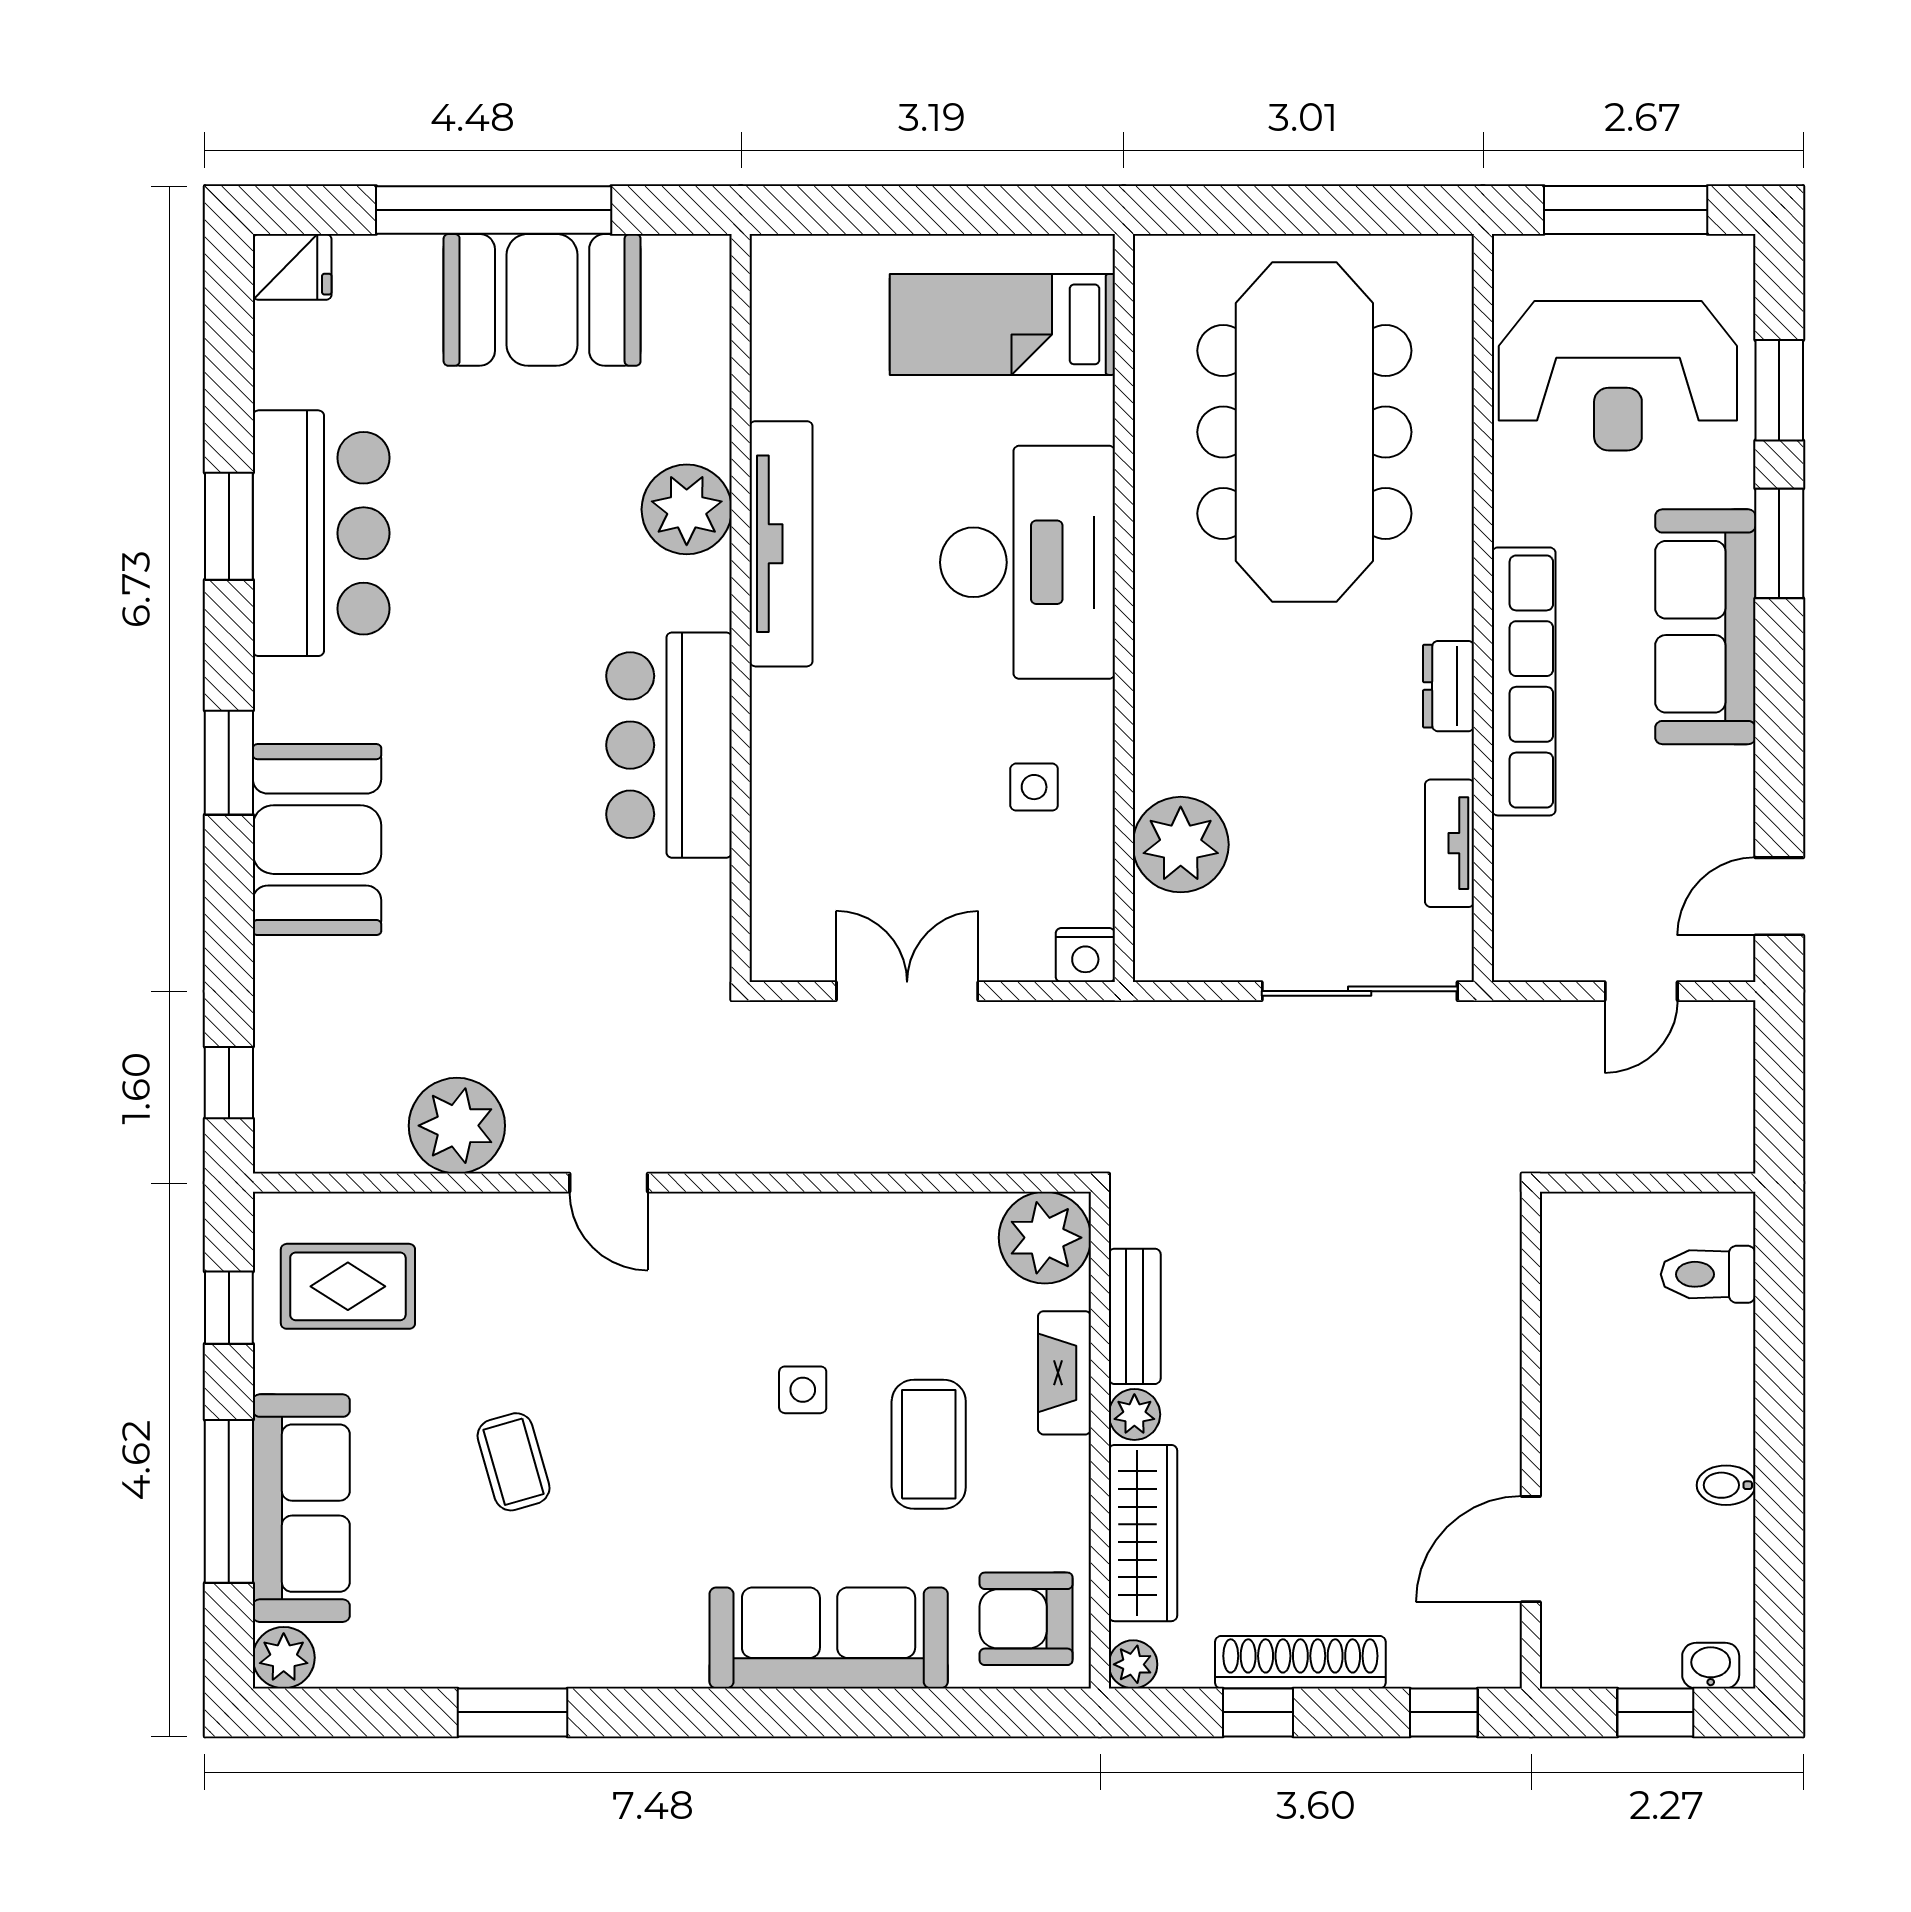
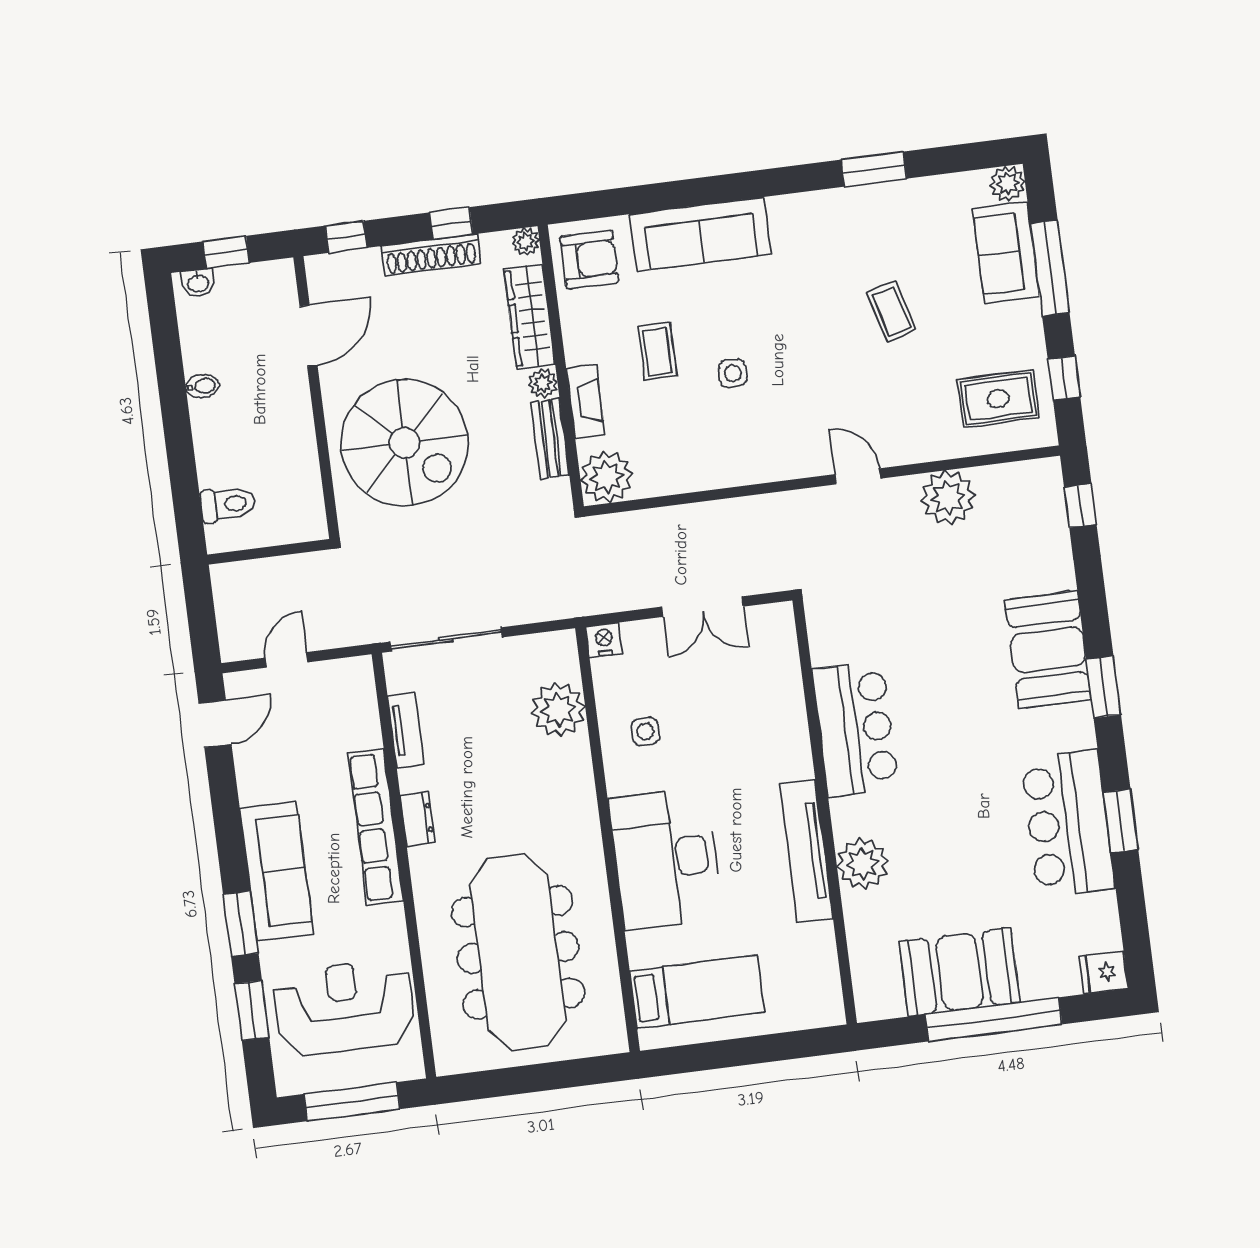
spiral stairs: (1388, 1342) -> (404, 443), added
coffee table: (929, 1444) -> (657, 351), width x0.73, depth x0.77
sofa: (301, 1508) -> (1006, 253), width x0.73

